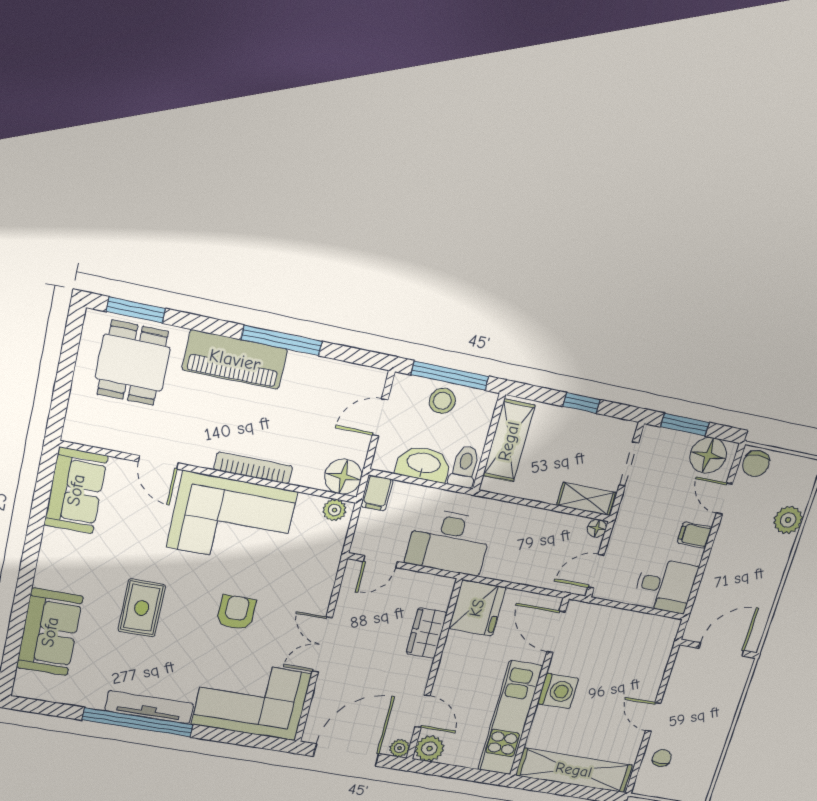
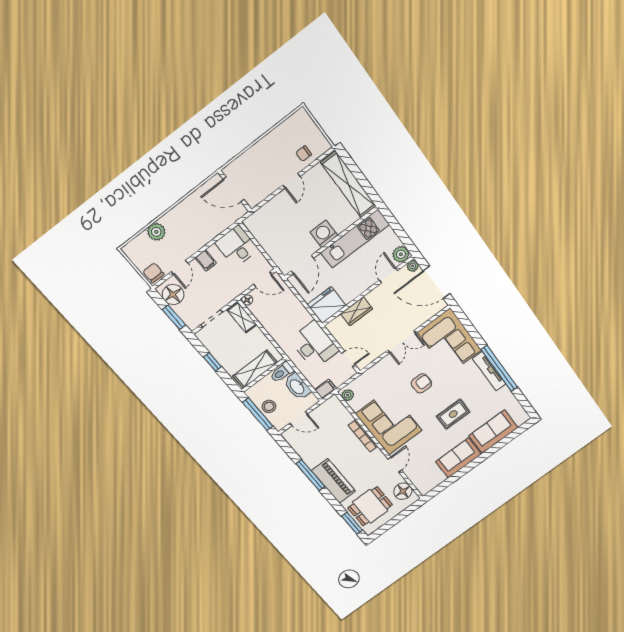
chair: (756, 464) -> (153, 273), turned -90
floor lamp: (343, 477) -> (403, 491), moved
sofa: (76, 490) -> (458, 458), moved
armchair: (236, 613) -> (421, 383), turned 180

